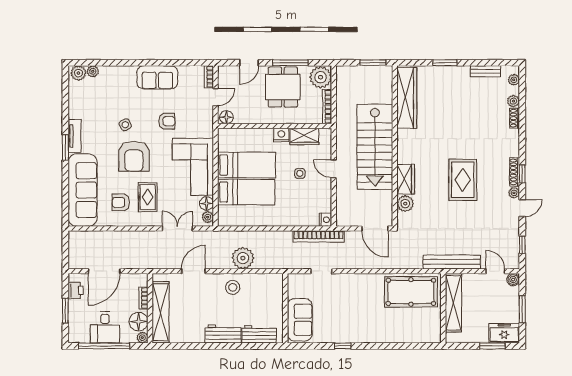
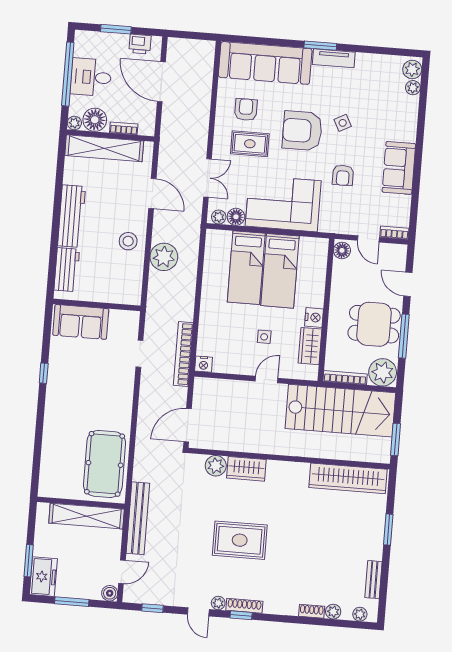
stairs: (375, 147) -> (340, 411), moved, turned 180
workbench: (223, 334) -> (72, 216), width x1.37

